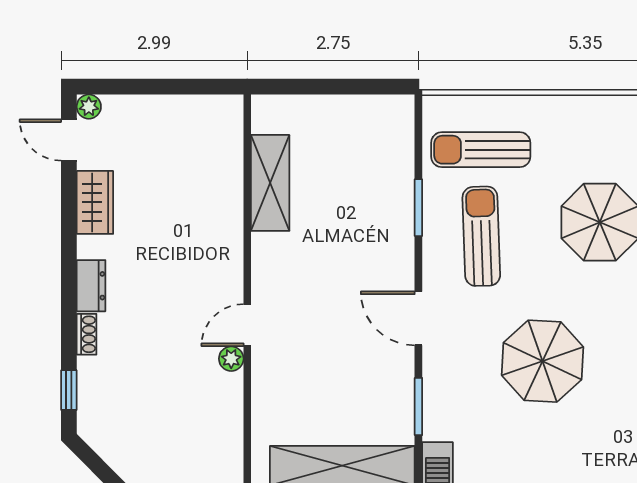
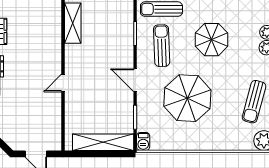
plant: (231, 359) -> (56, 97), removed
parasol: (543, 361) -> (187, 98), width x1.36, depth x1.36

